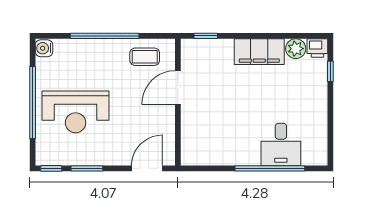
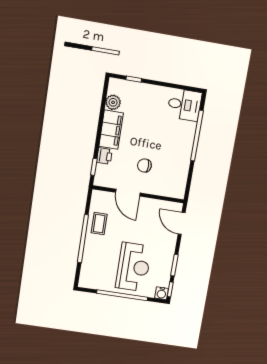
water cooler: (44, 48) -> (162, 293), moved
printer: (317, 48) -> (104, 156), moved
coffee table: (145, 57) -> (99, 224), moved
chair: (218, 104) -> (144, 165), added
desk: (281, 144) -> (184, 105), moved

